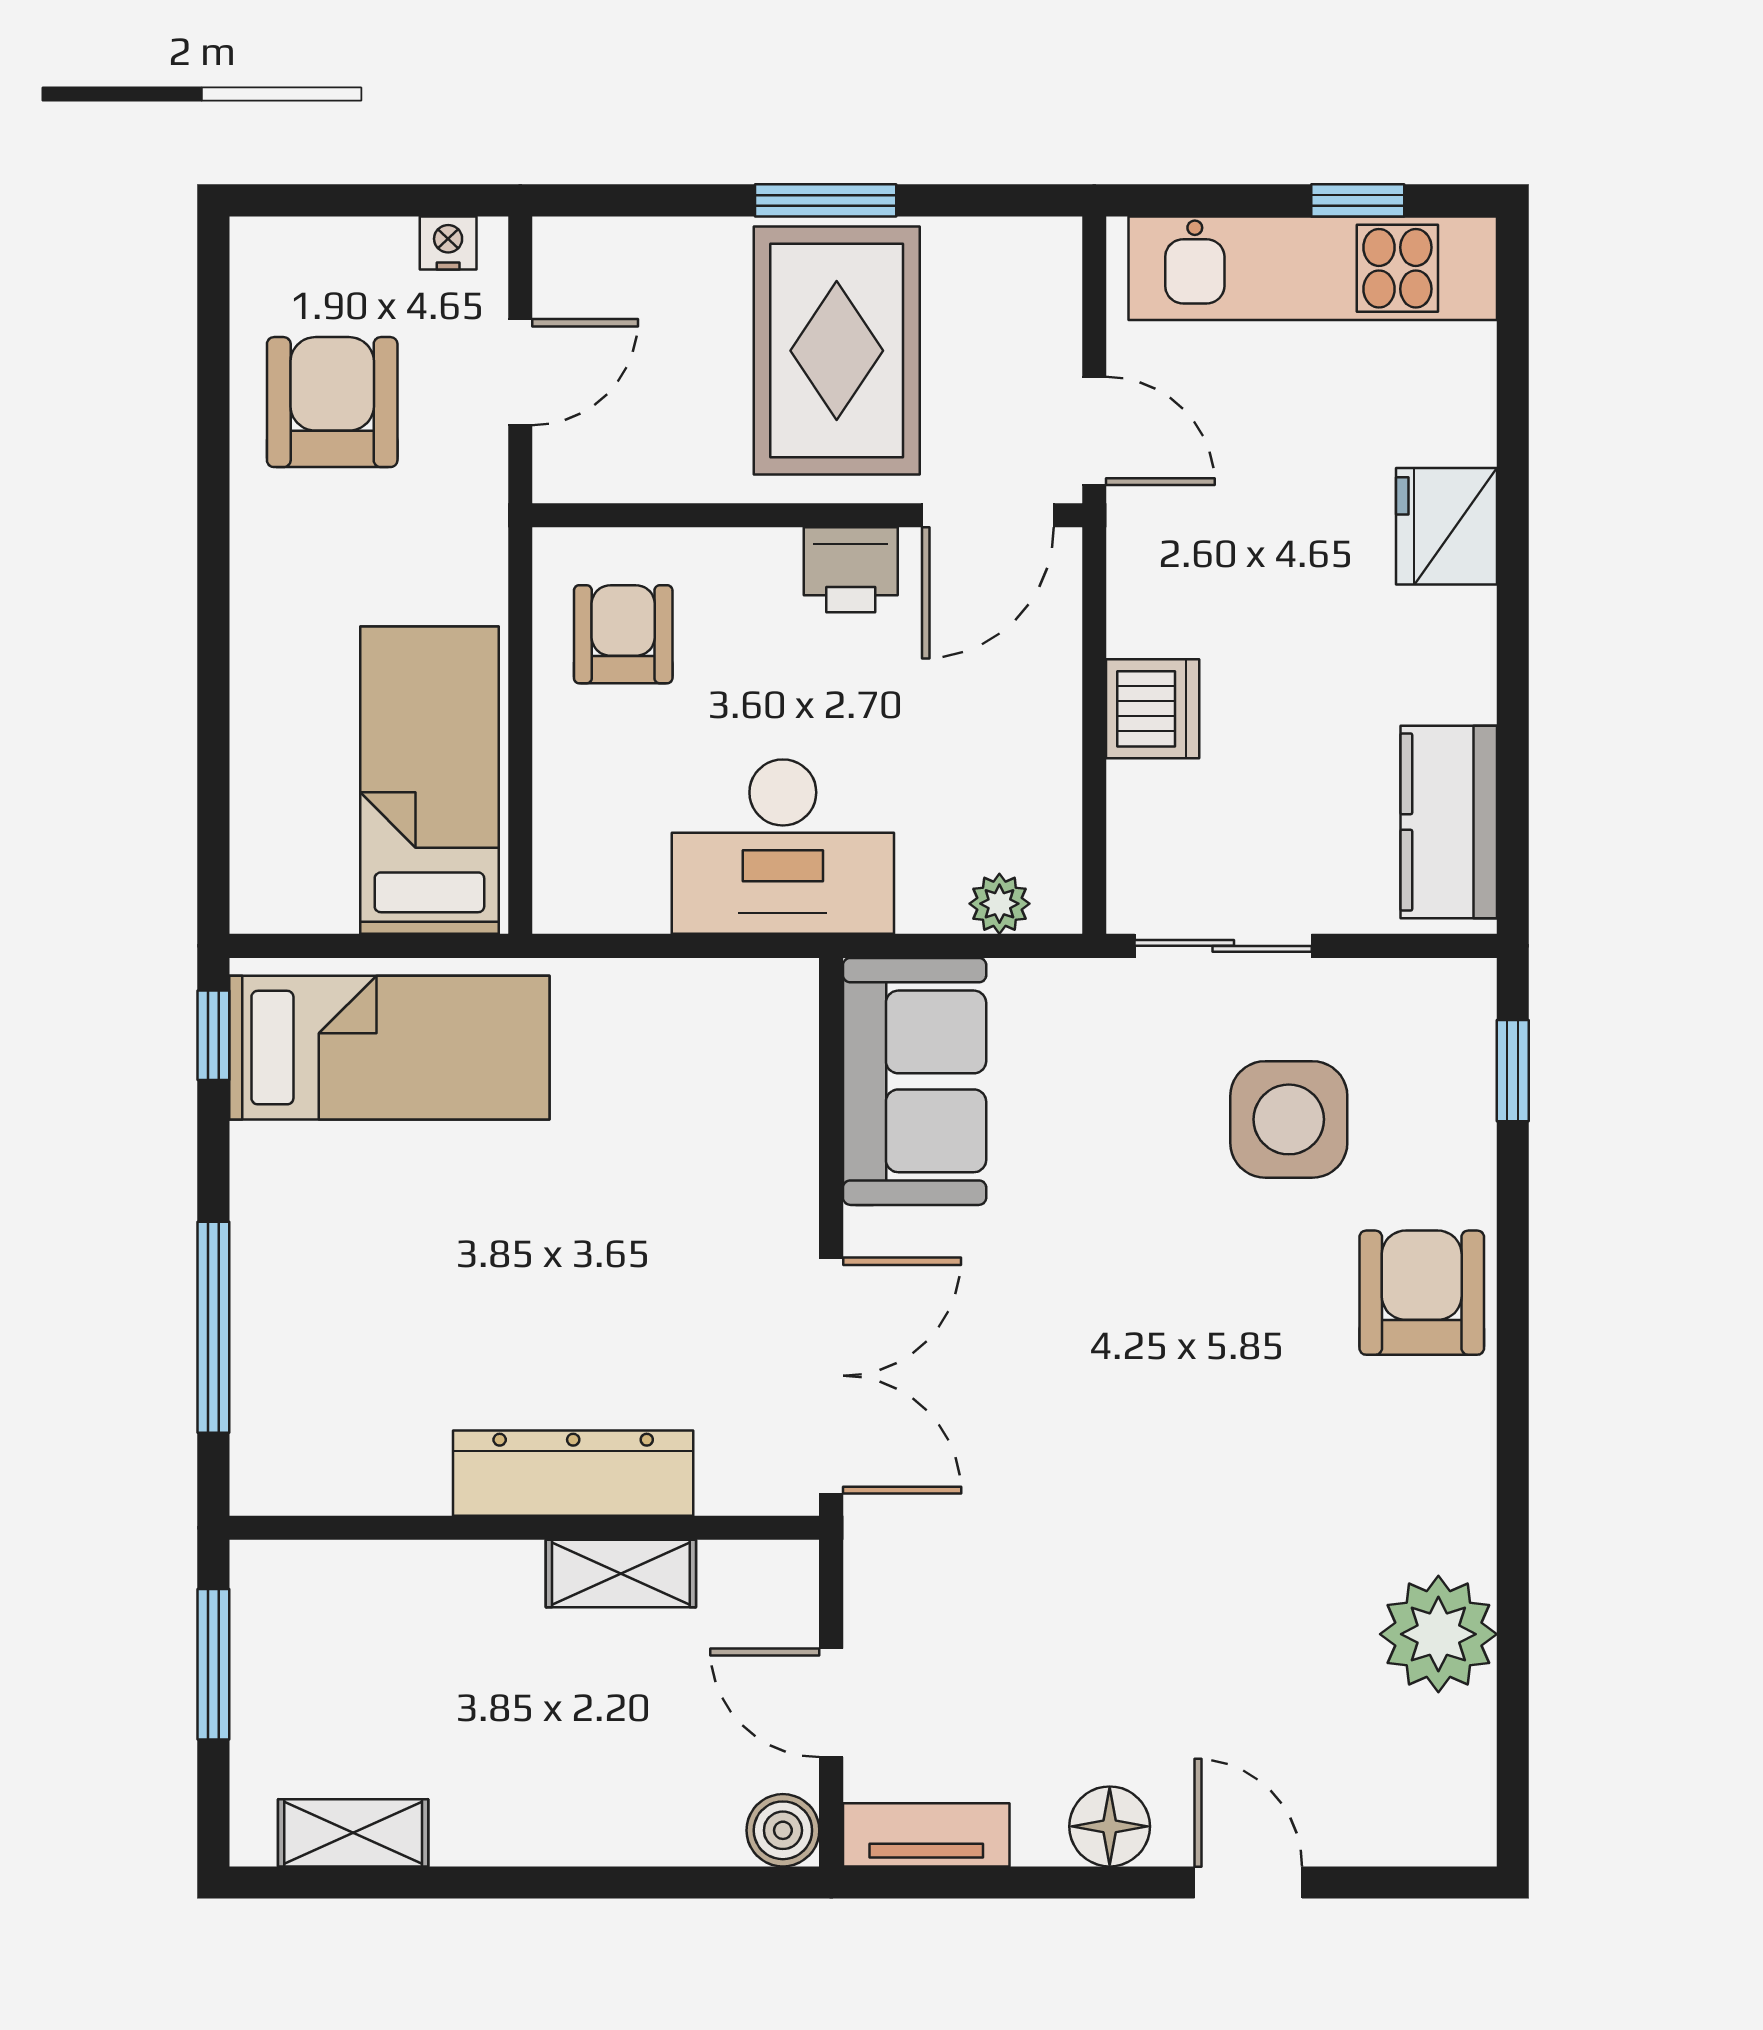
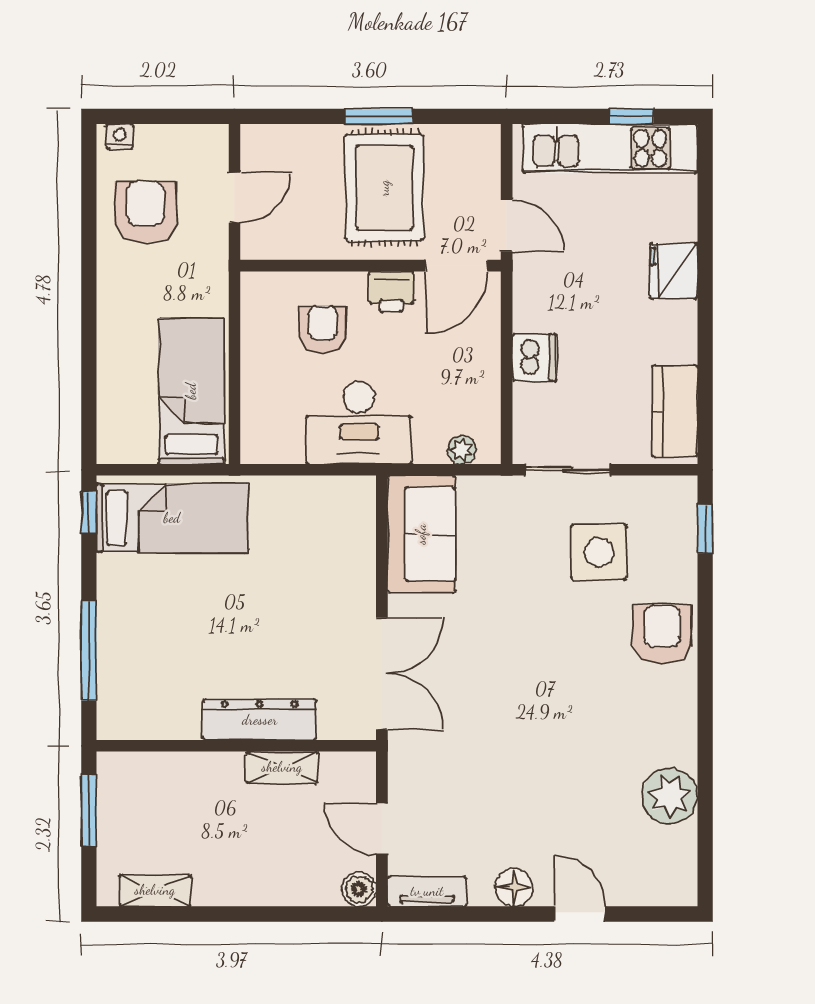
nightstand: (448, 243) -> (120, 137), moved
armchair: (623, 634) -> (323, 330), moved

